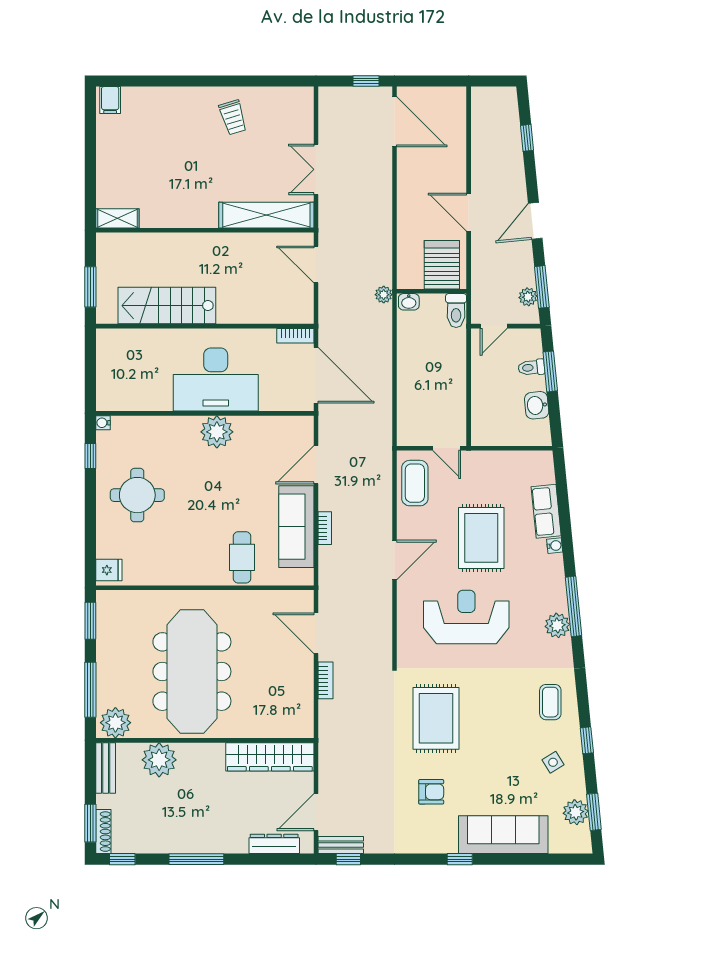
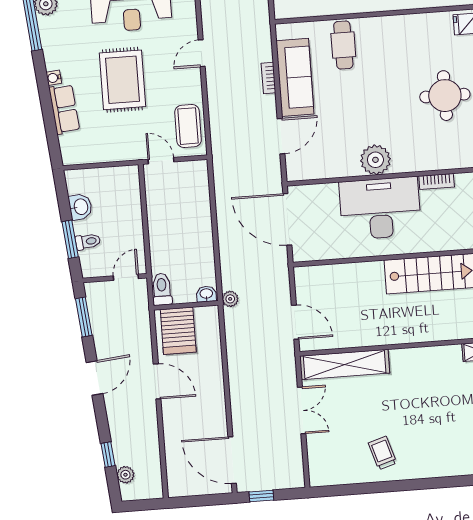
plant: (528, 297) -> (125, 475), moved
bookcase: (295, 336) -> (437, 181), moved, turned 180
door: (394, 560) -> (202, 53), width x0.73

